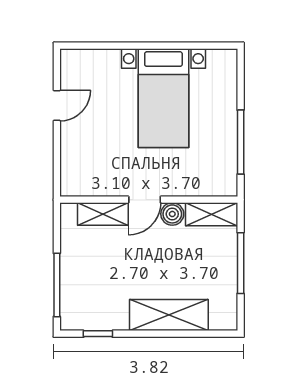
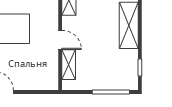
boiler: (172, 214) -> (69, 23), removed

